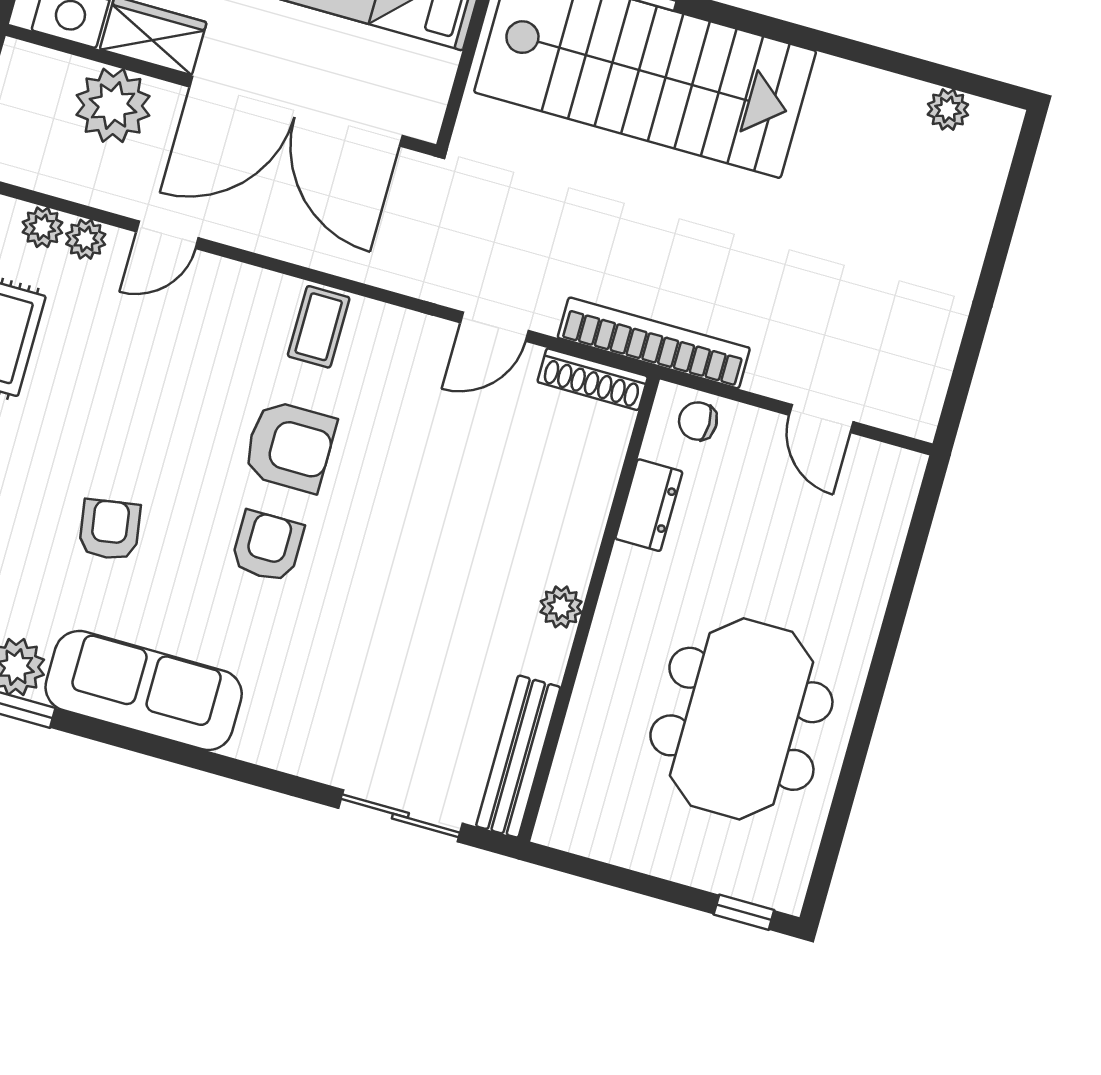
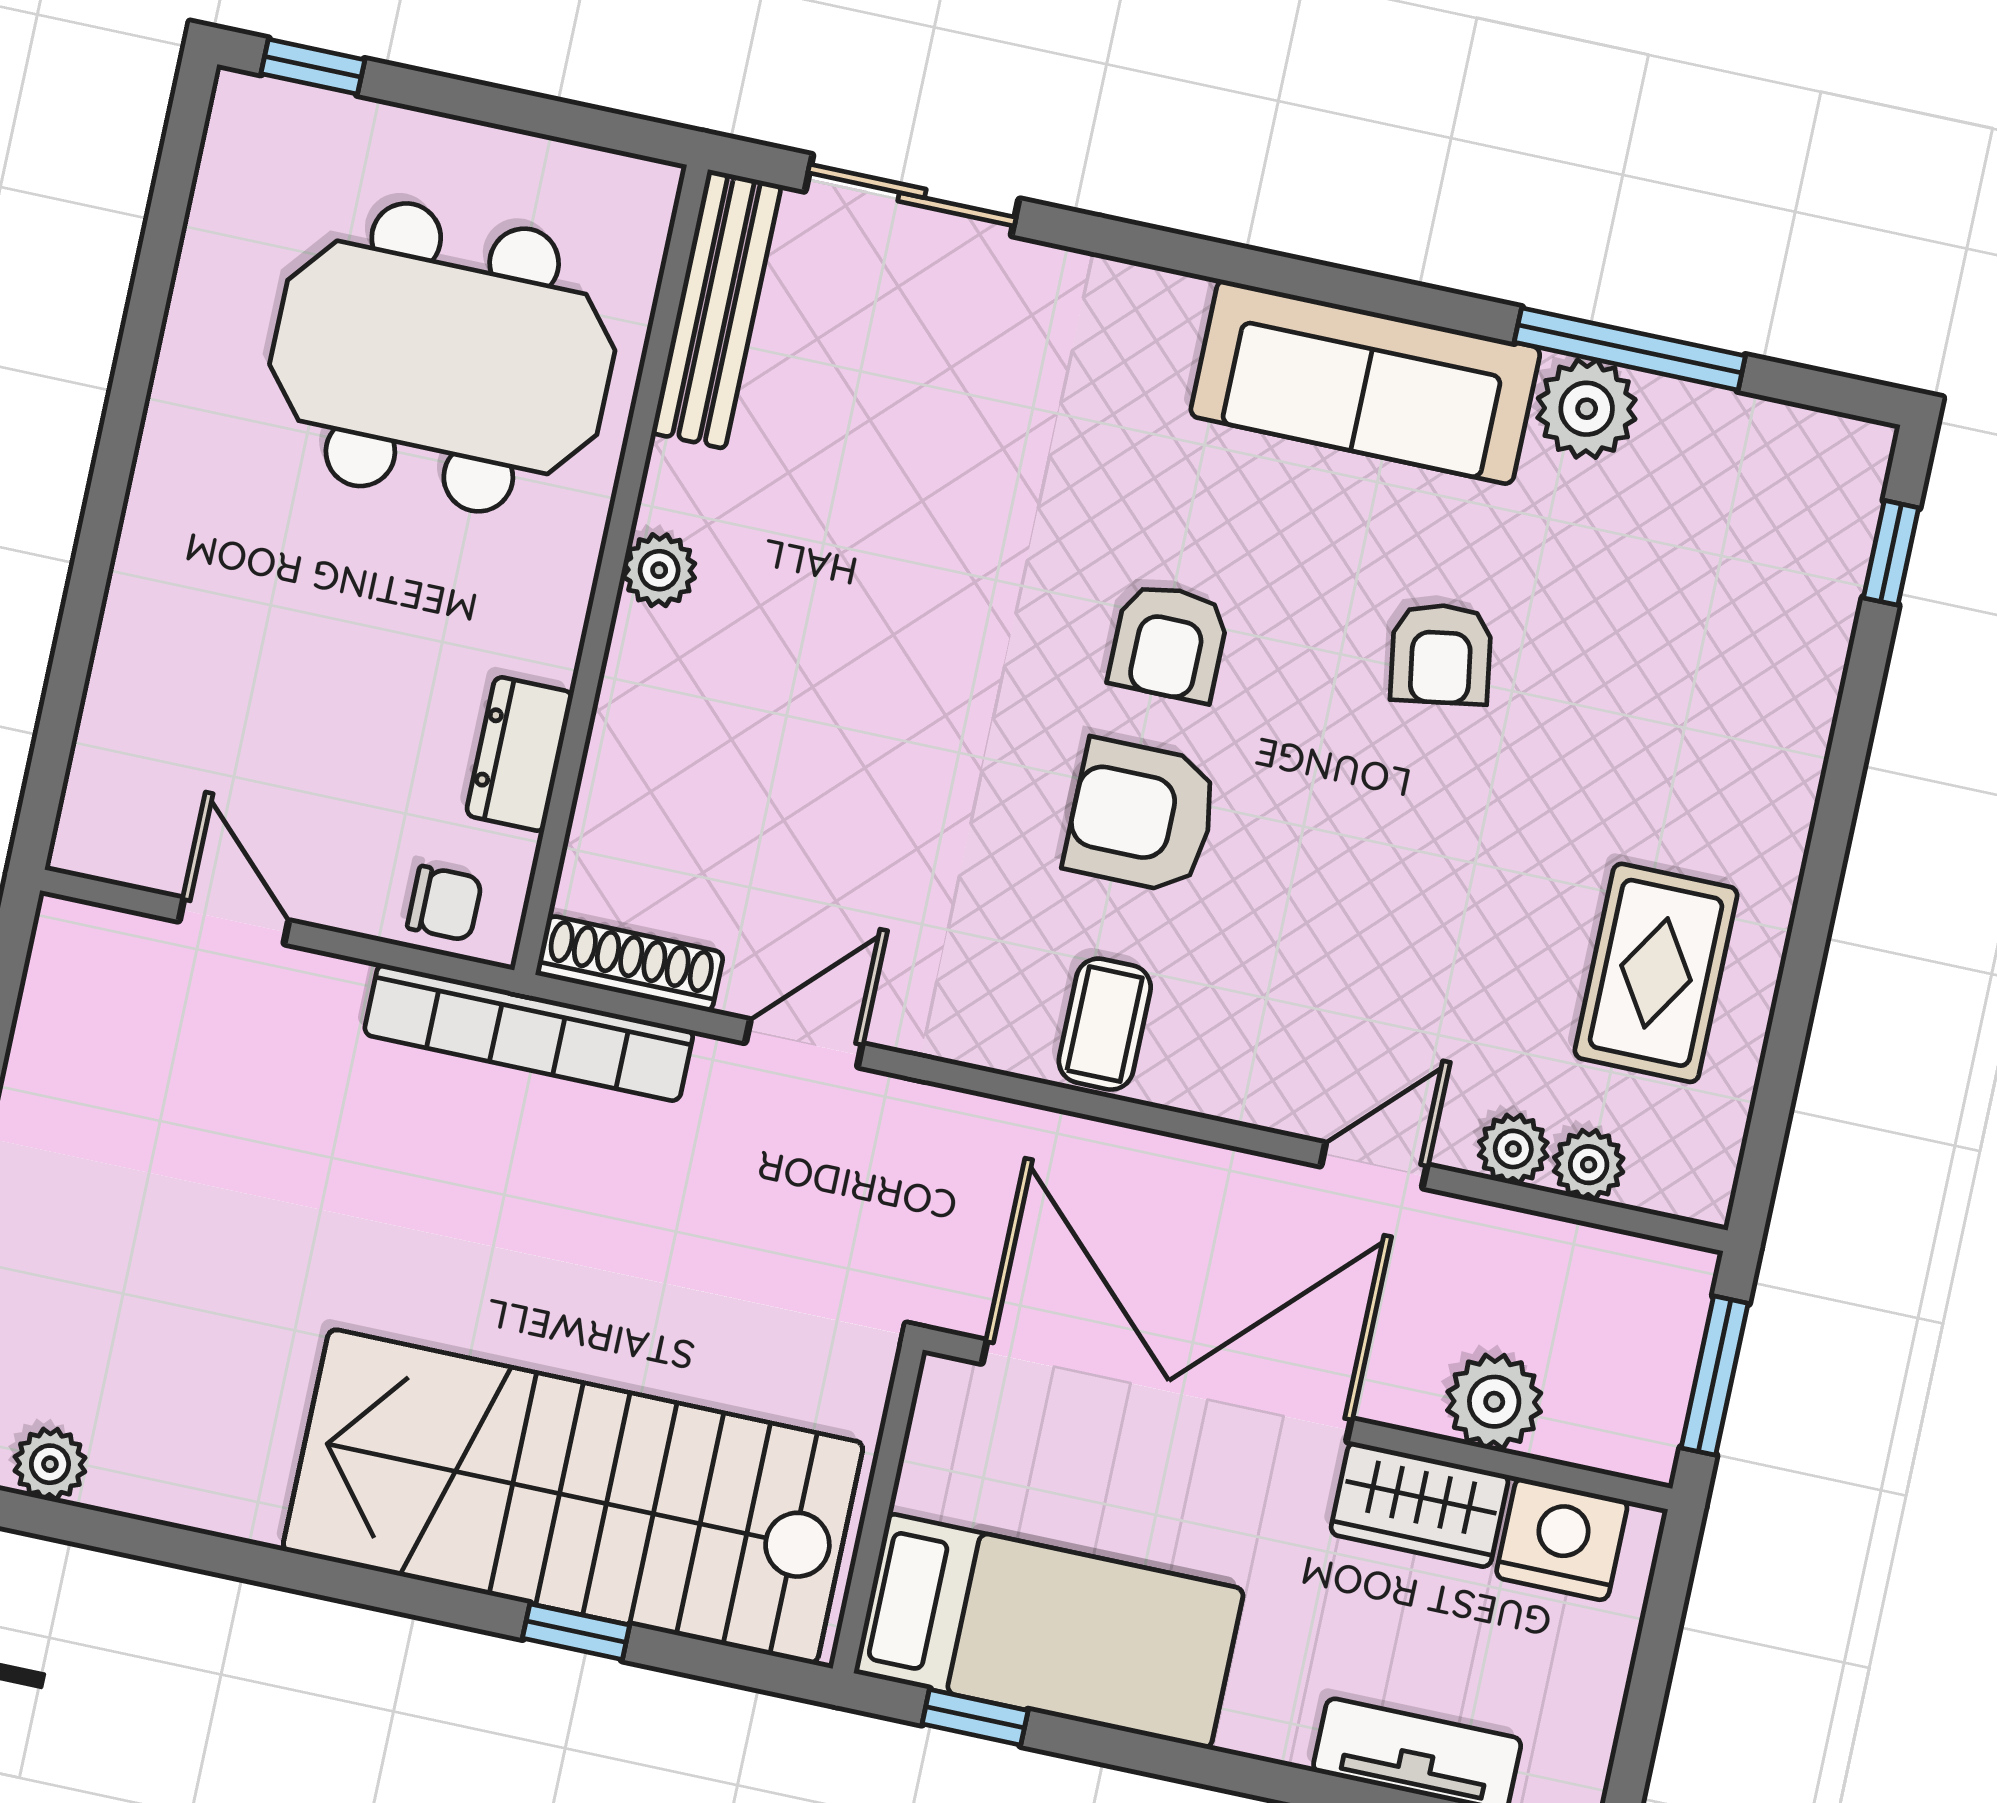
plant: (113, 105) -> (1494, 1402), width x0.73, depth x0.73
meeting table: (741, 719) -> (442, 357), moved, turned 90

